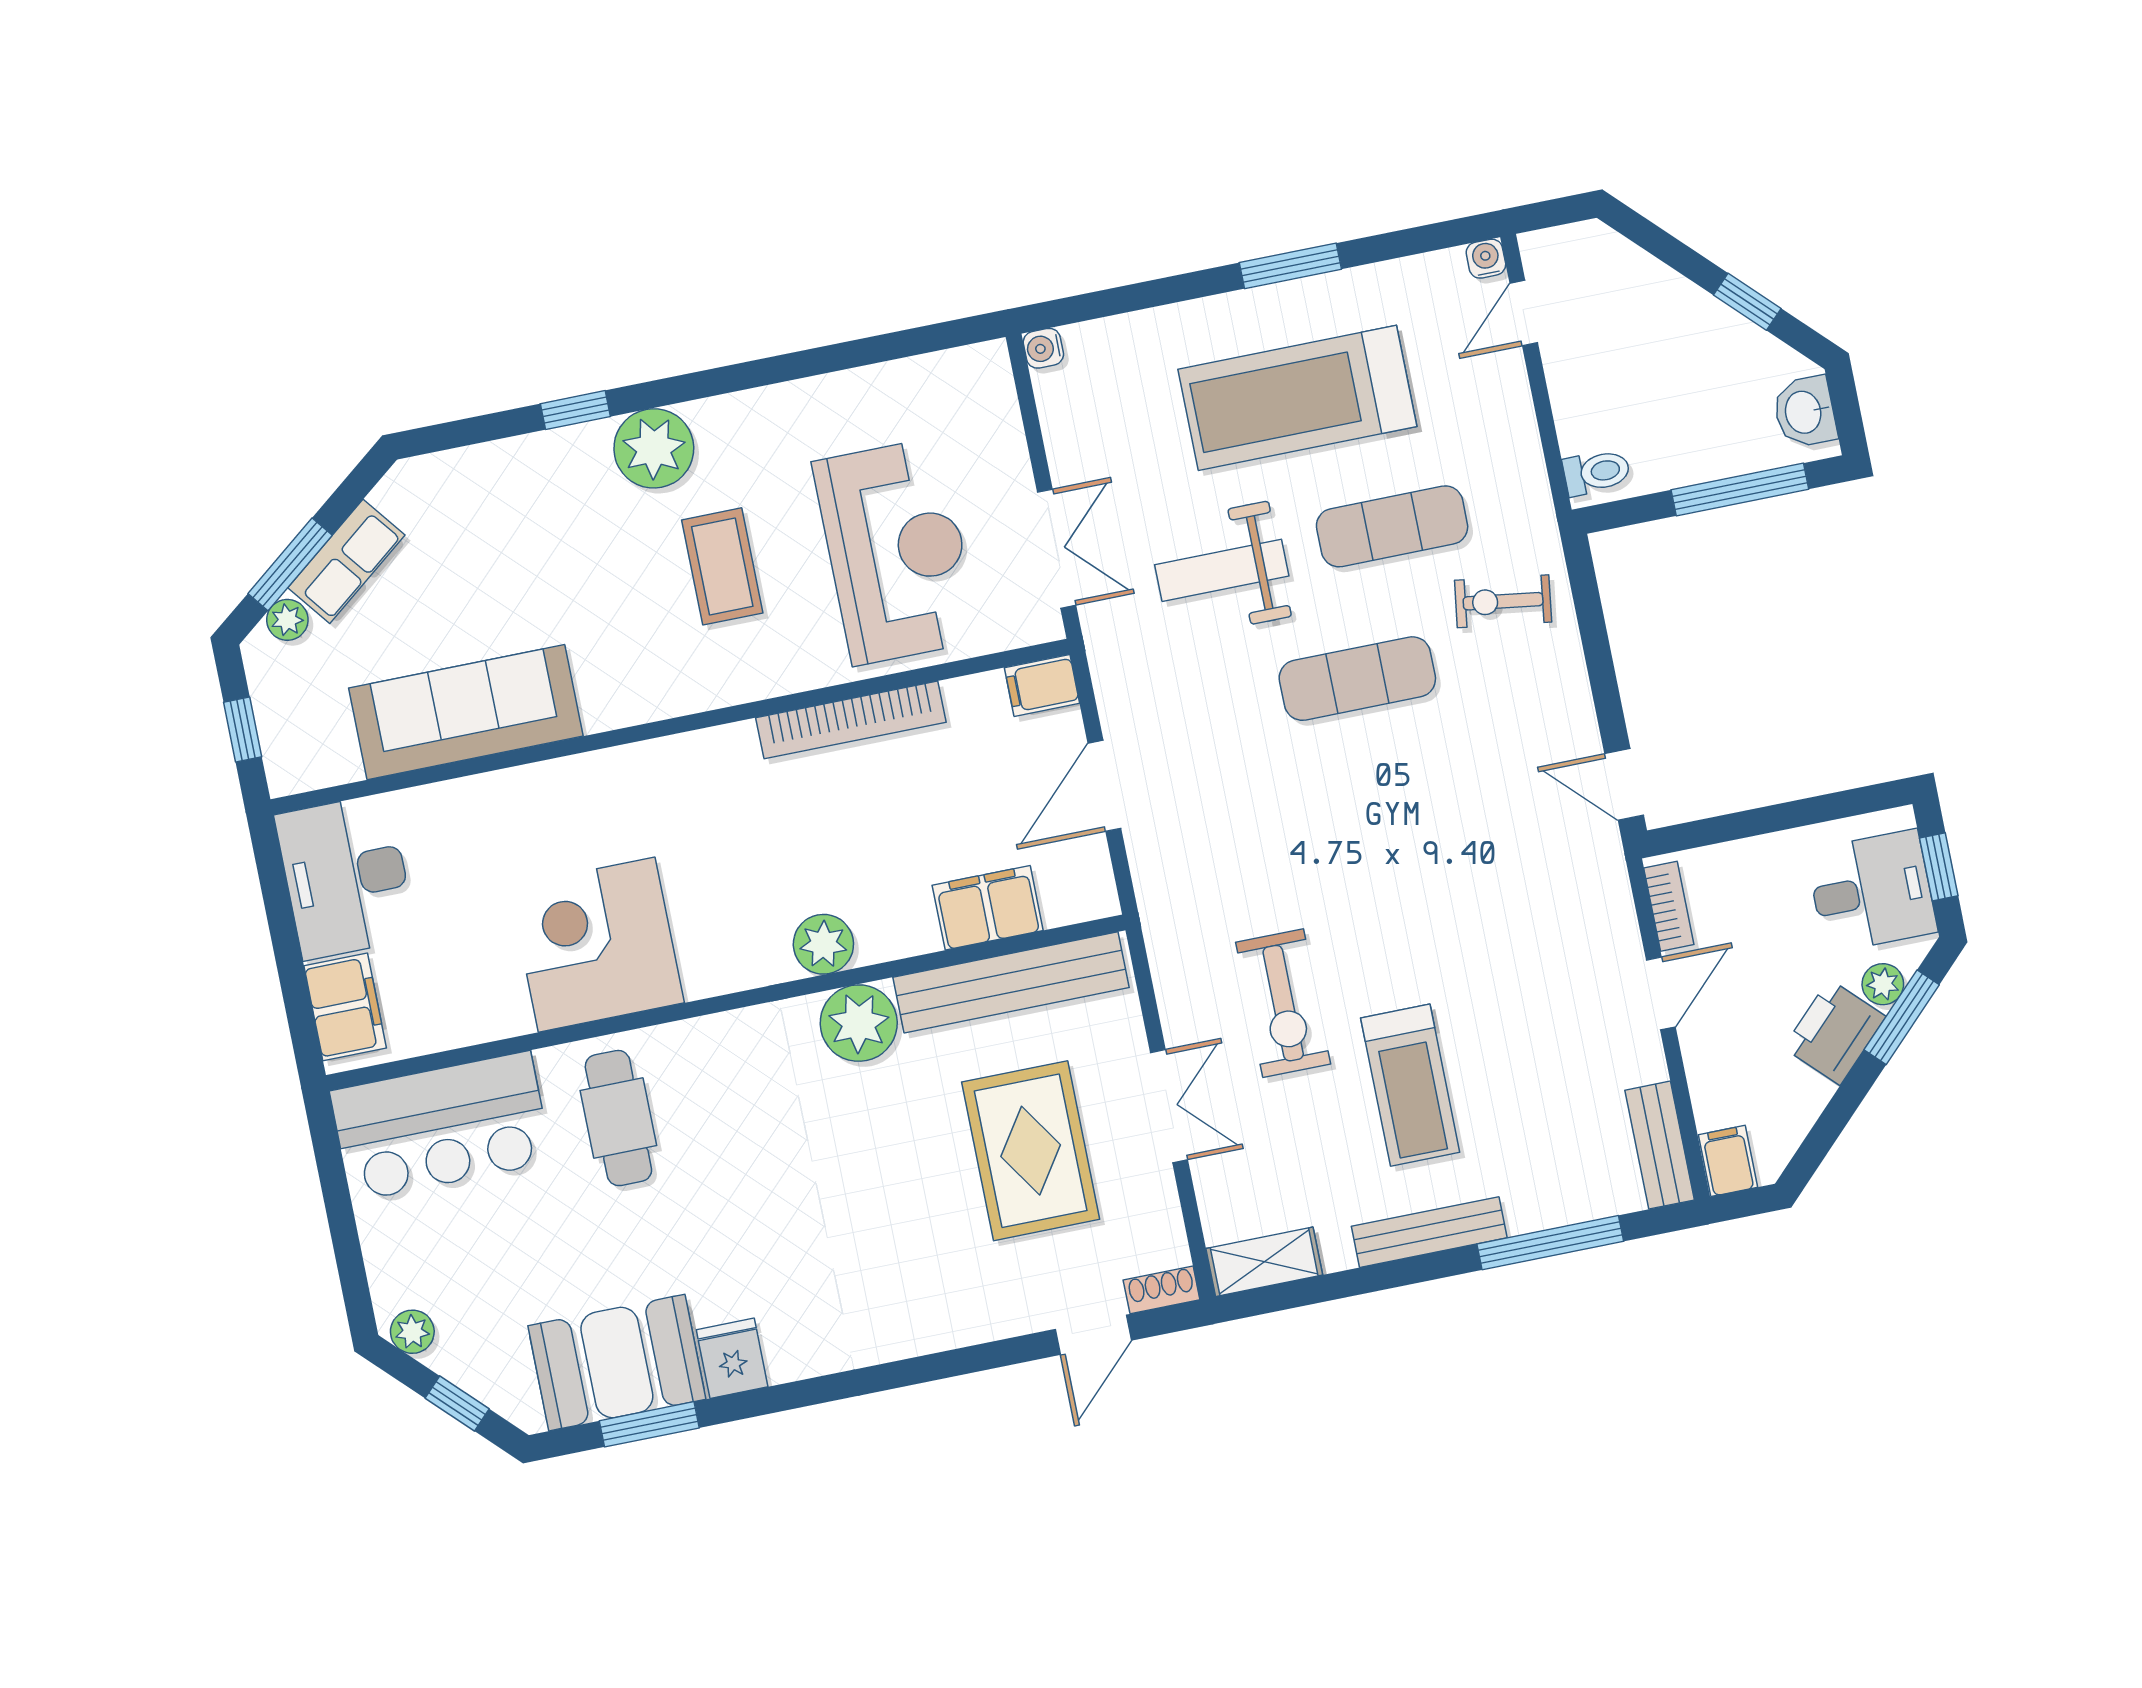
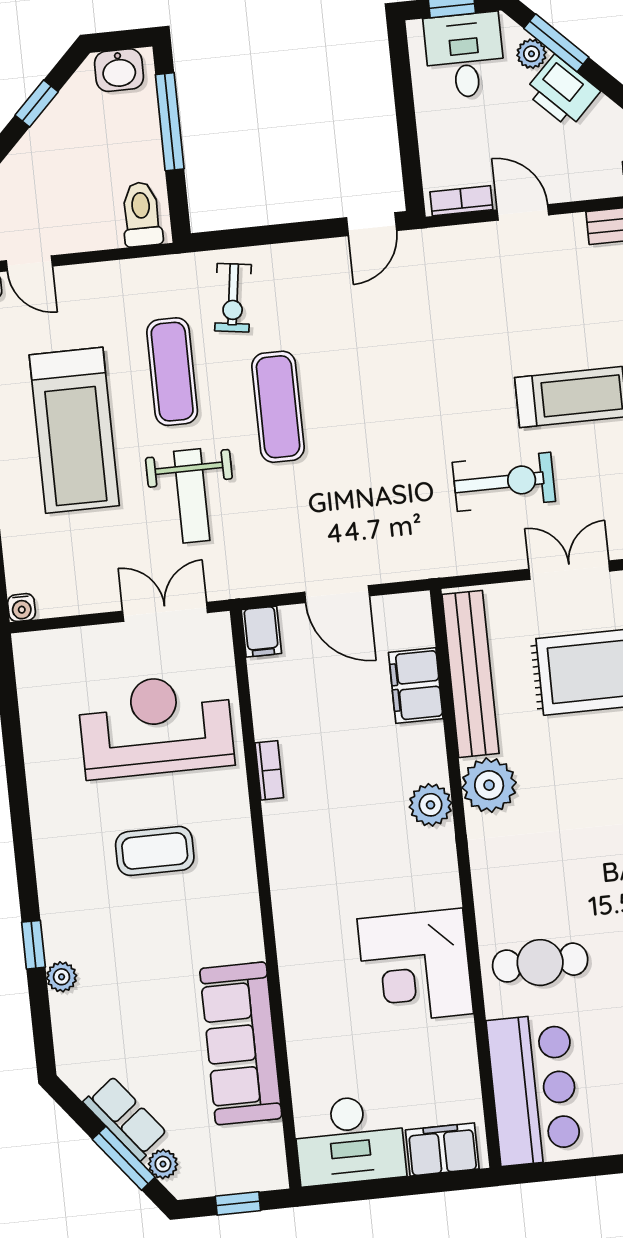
plant: (654, 448) -> (62, 977), moved, width x0.53, depth x0.53
toilet: (1597, 472) -> (142, 214), width x1.37, depth x1.39
bookcase: (851, 720) -> (269, 770), width x0.43, depth x0.76

